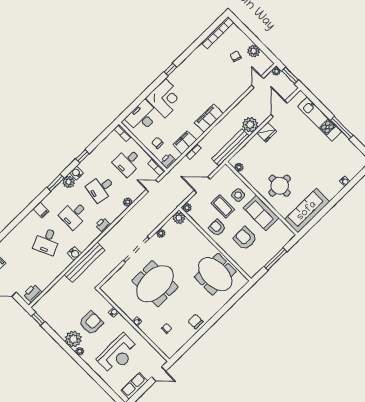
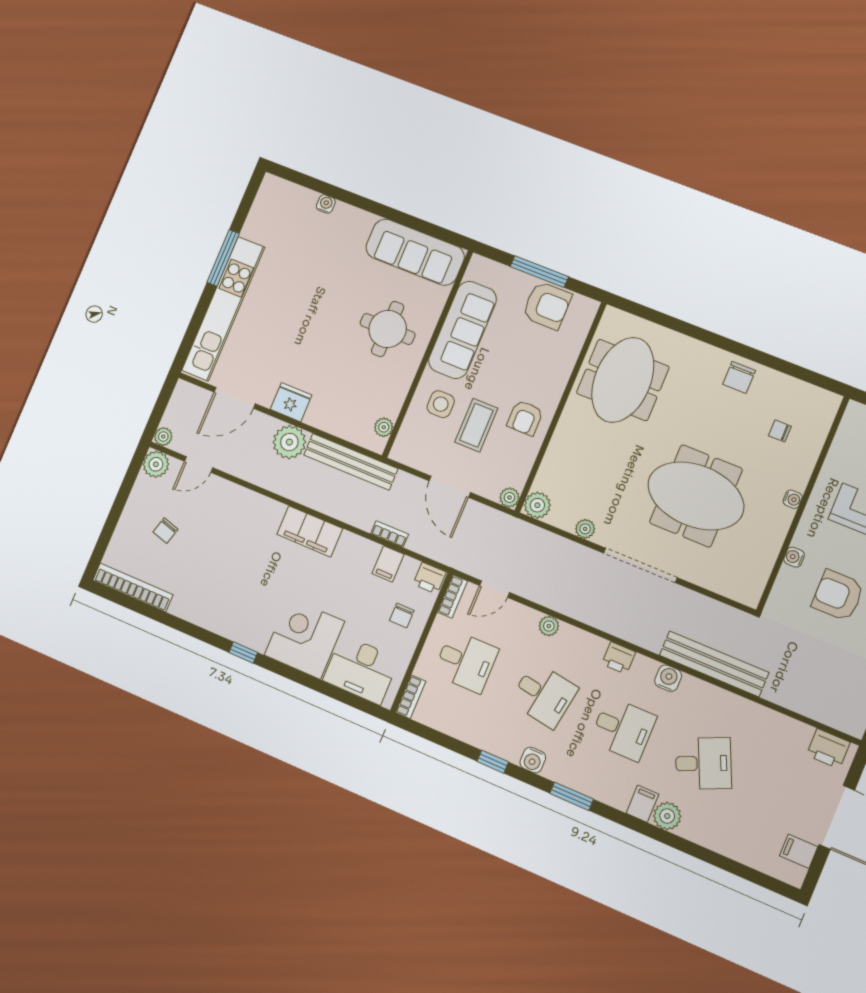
plant: (254, 51) -> (156, 464), moved
window: (290, 75) -> (161, 405), removed
kitchen unit: (320, 119) -> (223, 309), width x1.36
filing cabinet: (185, 142) -> (388, 564), width x0.50
plant: (69, 182) -> (667, 816), moved
door: (152, 186) -> (494, 589), hinge flipped
sofa: (261, 213) -> (462, 330), width x1.36
armchair: (245, 239) -> (547, 305), moved, turned -90
water cooler: (74, 253) -> (668, 678), moved

